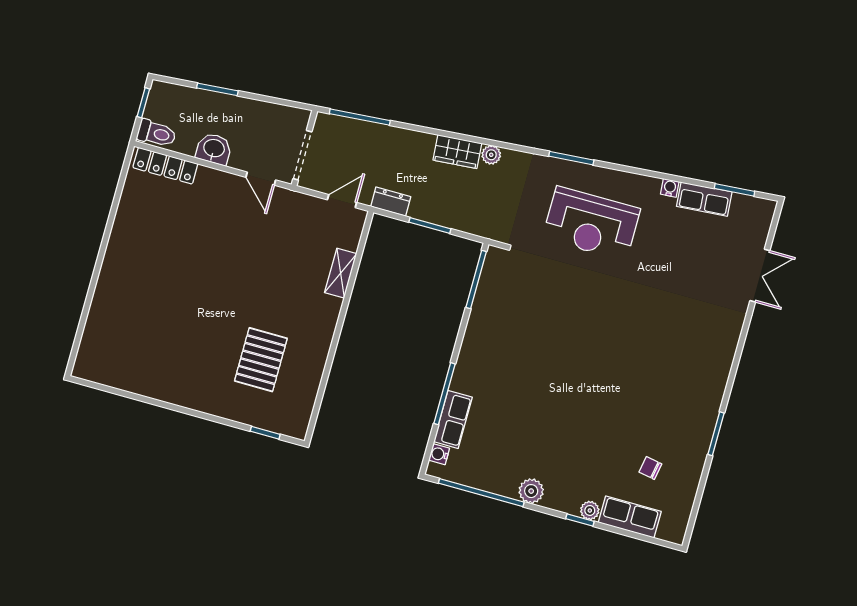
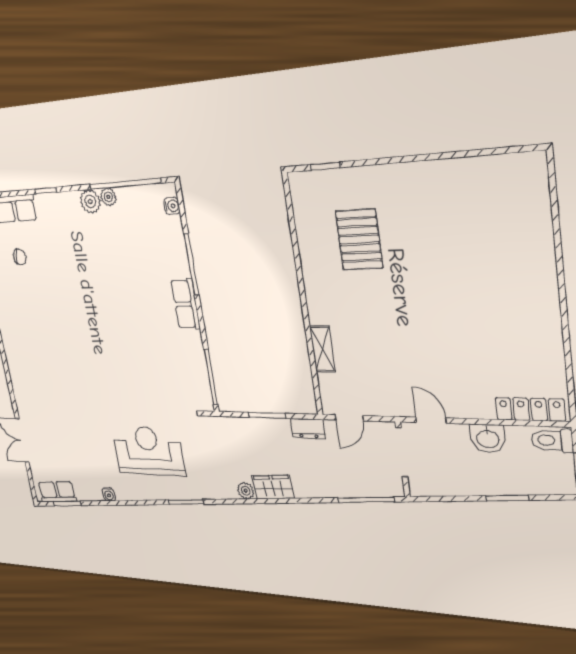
row of seats: (704, 199) -> (57, 492), moved
row of seats: (453, 419) -> (186, 304), moved
plant: (590, 510) -> (108, 197), moved

